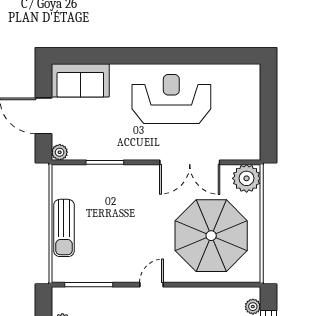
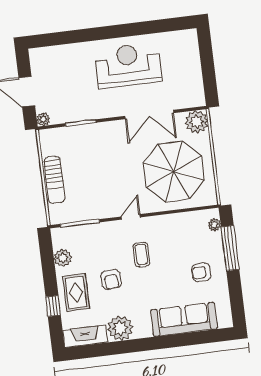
sofa: (80, 80) -> (53, 59), removed

